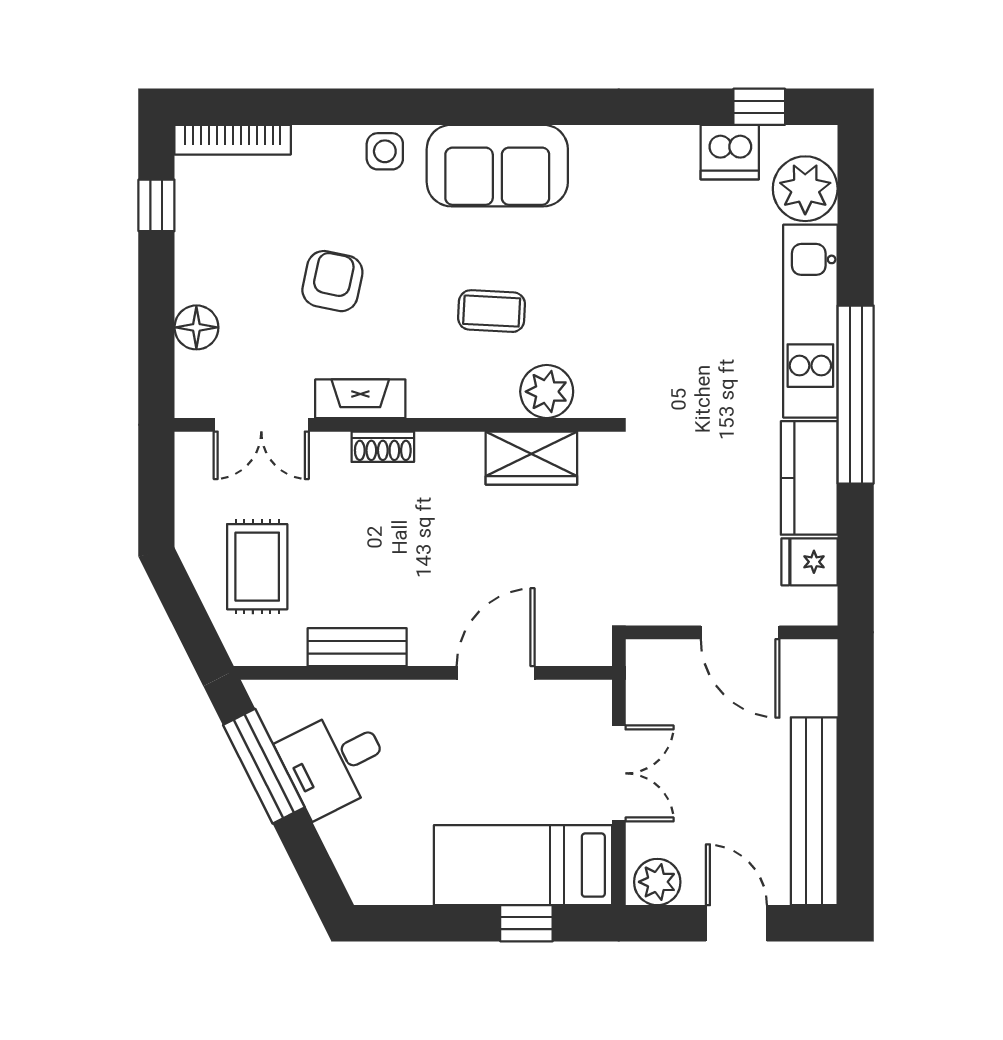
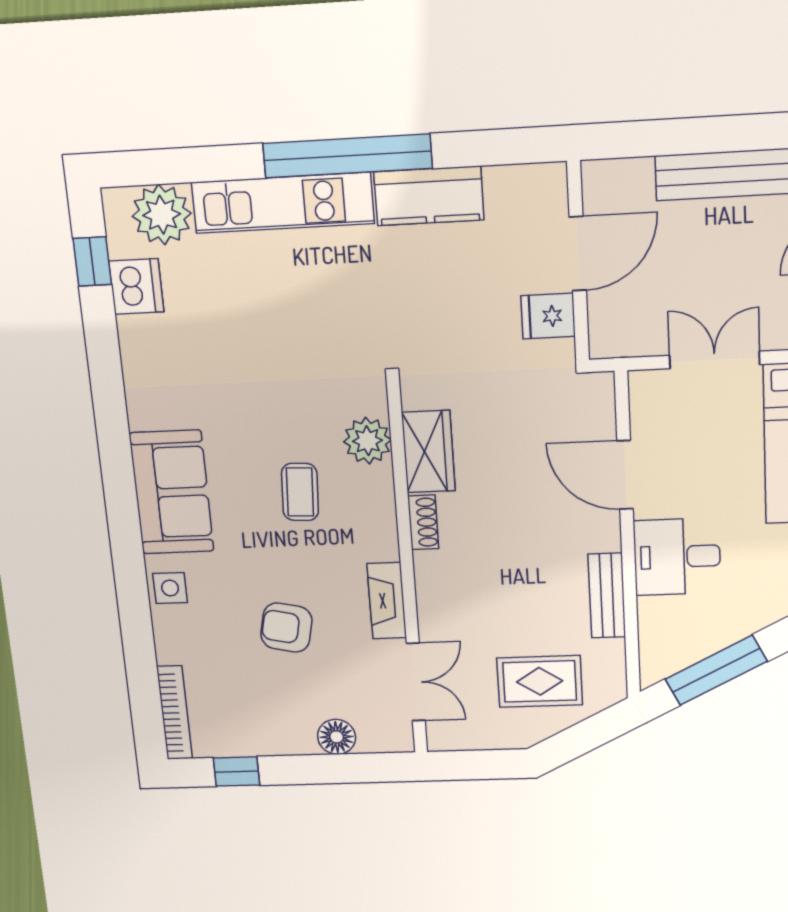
shoe rack: (383, 447) -> (423, 522), moved
fridge: (810, 562) -> (548, 316), moved, turned 90
desk: (335, 762) -> (677, 557), moved, turned 117

